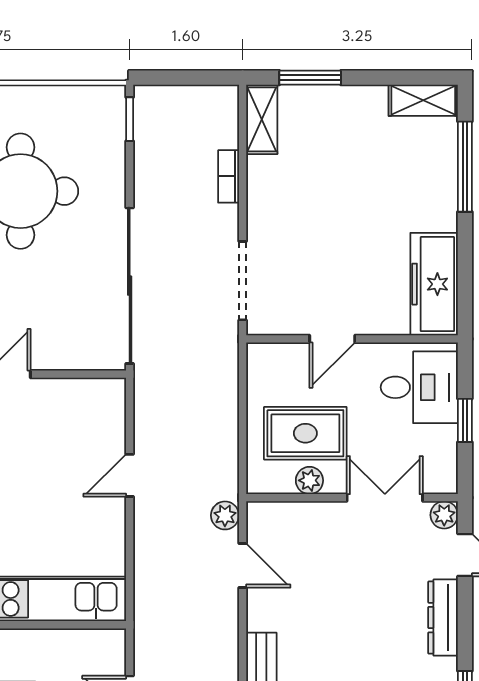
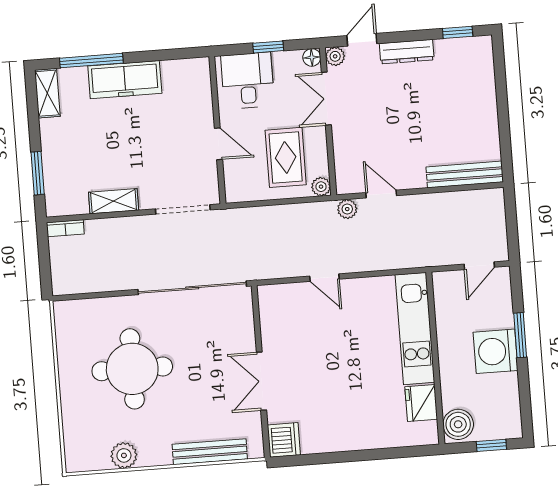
window: (130, 119) -> (76, 297), removed
shelving: (262, 119) -> (114, 201), moved
bookcase: (229, 176) -> (65, 228), moved
freezer: (434, 284) -> (125, 80), moved
plant: (309, 480) -> (321, 187), moved
floor lamp: (445, 481) -> (312, 57), added
door: (243, 566) -> (381, 194), hinge flipped

